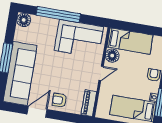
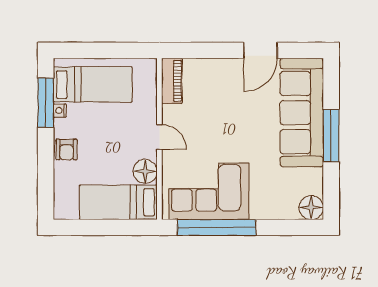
window: (58, 15) -> (217, 227), moved
door: (101, 73) -> (159, 137), swing flipped
armchair: (59, 100) -> (225, 77), removed

